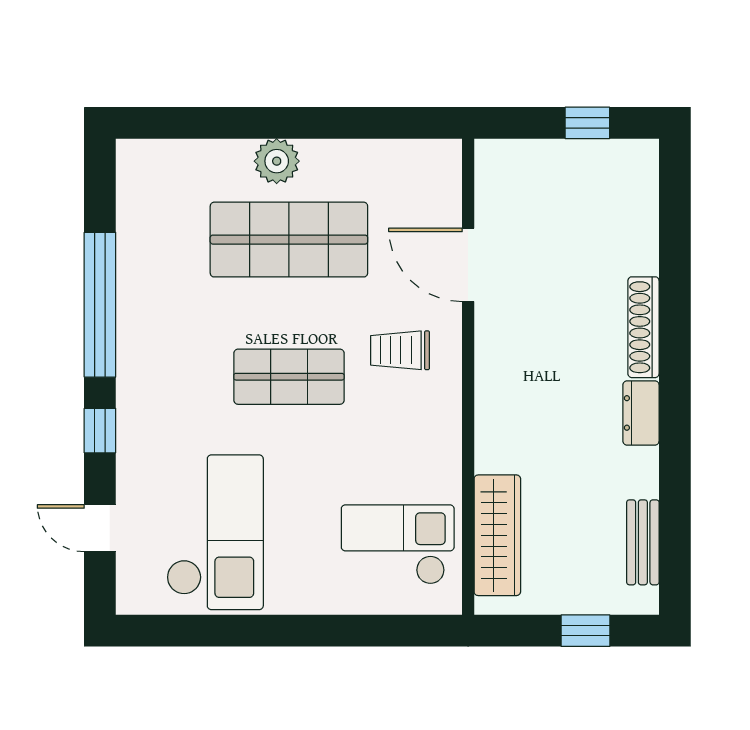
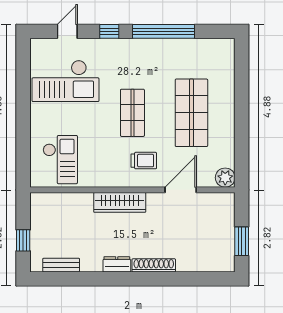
window: (587, 123) -> (242, 241), width x1.50
plant: (277, 161) -> (225, 178), moved
trolley: (400, 350) -> (144, 161), turned 90
wardrobe: (497, 535) -> (120, 202), moved

